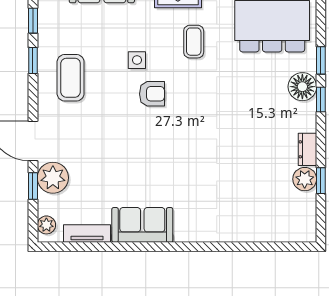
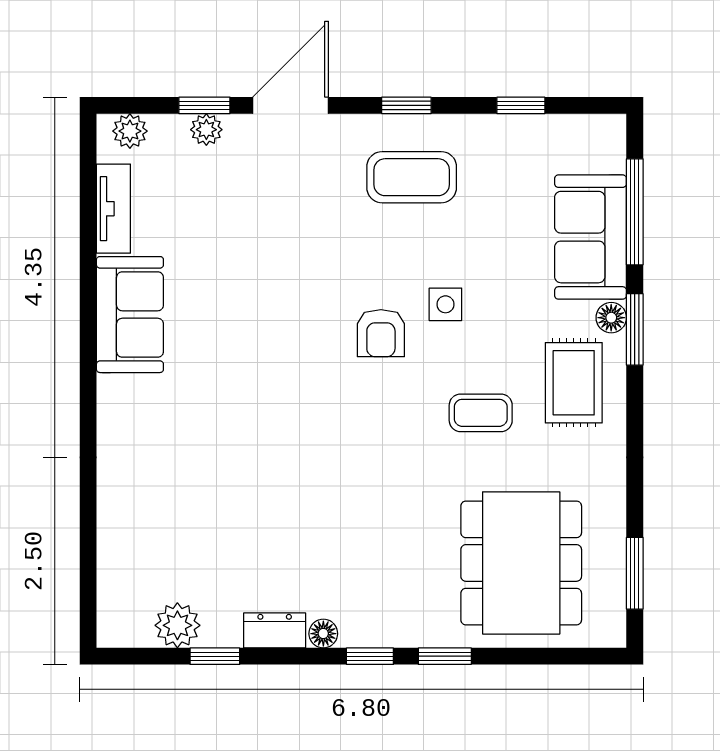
window: (33, 60) -> (406, 105), moved
floor lamp: (302, 87) -> (323, 634), moved, width x0.53, depth x0.53
plant: (53, 178) -> (206, 130), width x0.53, depth x0.53
plant: (305, 179) -> (177, 625), moved

